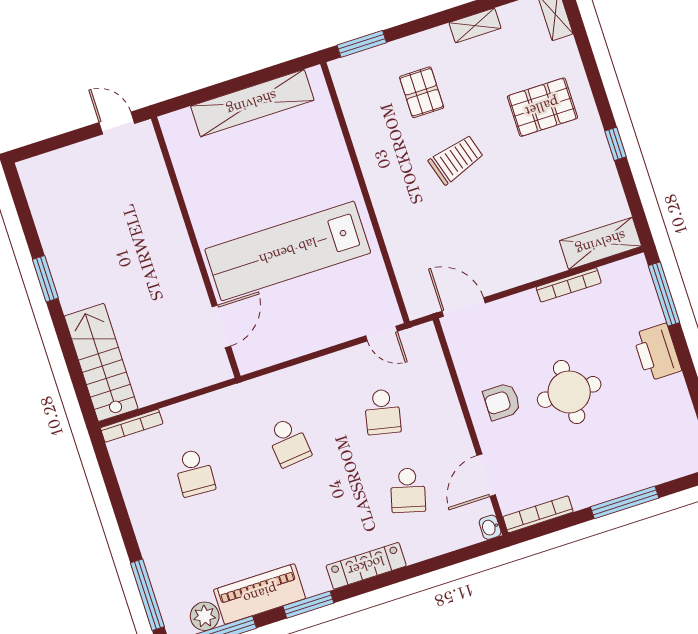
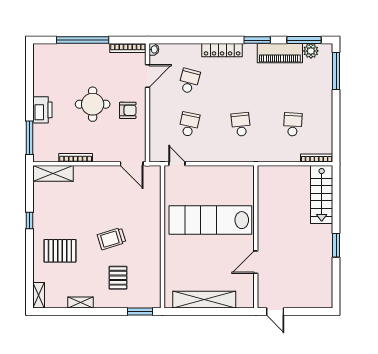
lab bench: (288, 251) -> (210, 220), turned 180
door: (221, 326) -> (256, 262), moved
window: (625, 502) -> (83, 40), width x1.46

